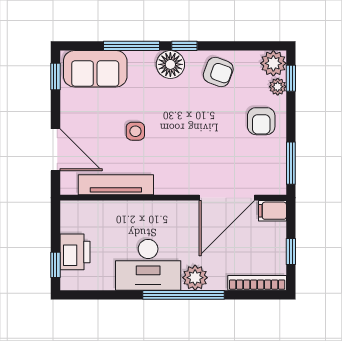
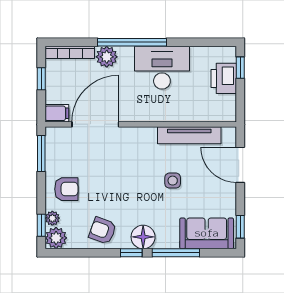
armchair: (261, 121) -> (66, 189), turned 90
plant: (195, 278) -> (107, 57), moved

